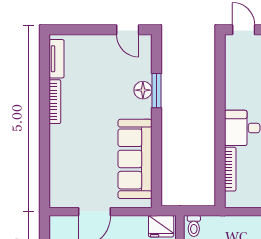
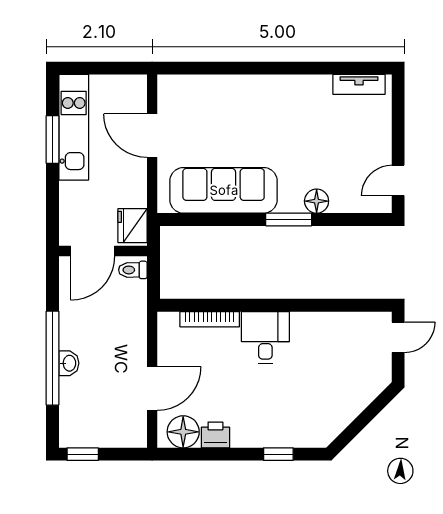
window: (157, 91) -> (289, 220), moved
bookcase: (55, 102) -> (301, 82), removed

